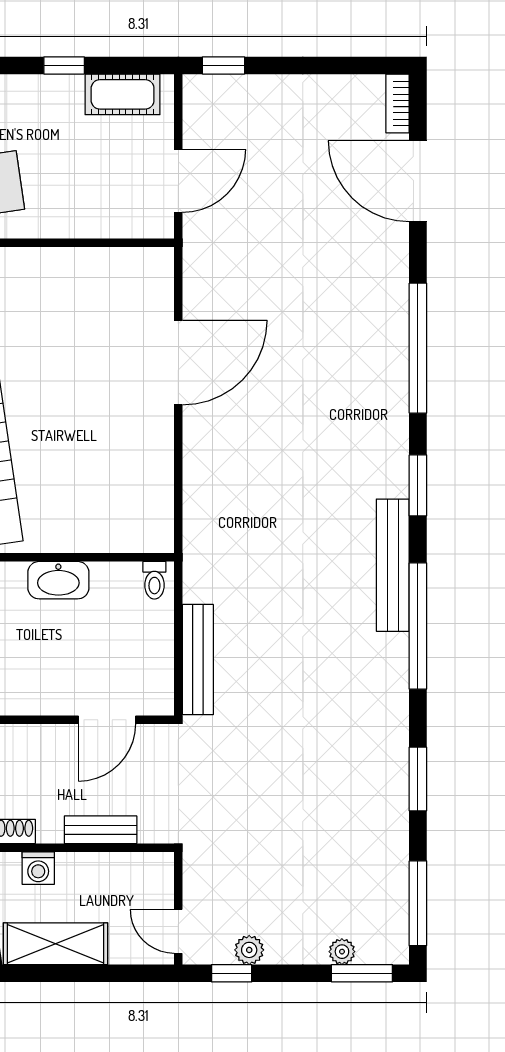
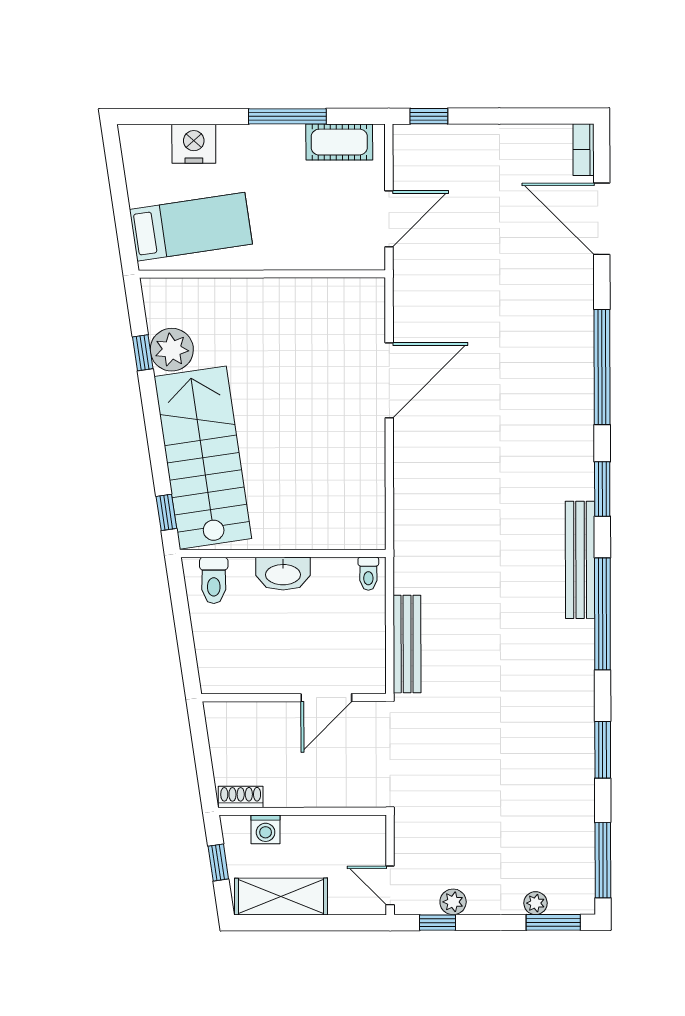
window: (64, 65) -> (287, 116), width x2.17
bench: (101, 830) -> (321, 795), removed

